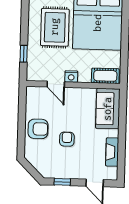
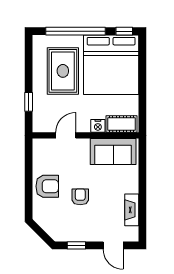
nightstand: (71, 76) -> (98, 126), moved
door: (56, 84) -> (66, 135), swing flipped
sofa: (108, 109) -> (113, 151), moved, turned -90

